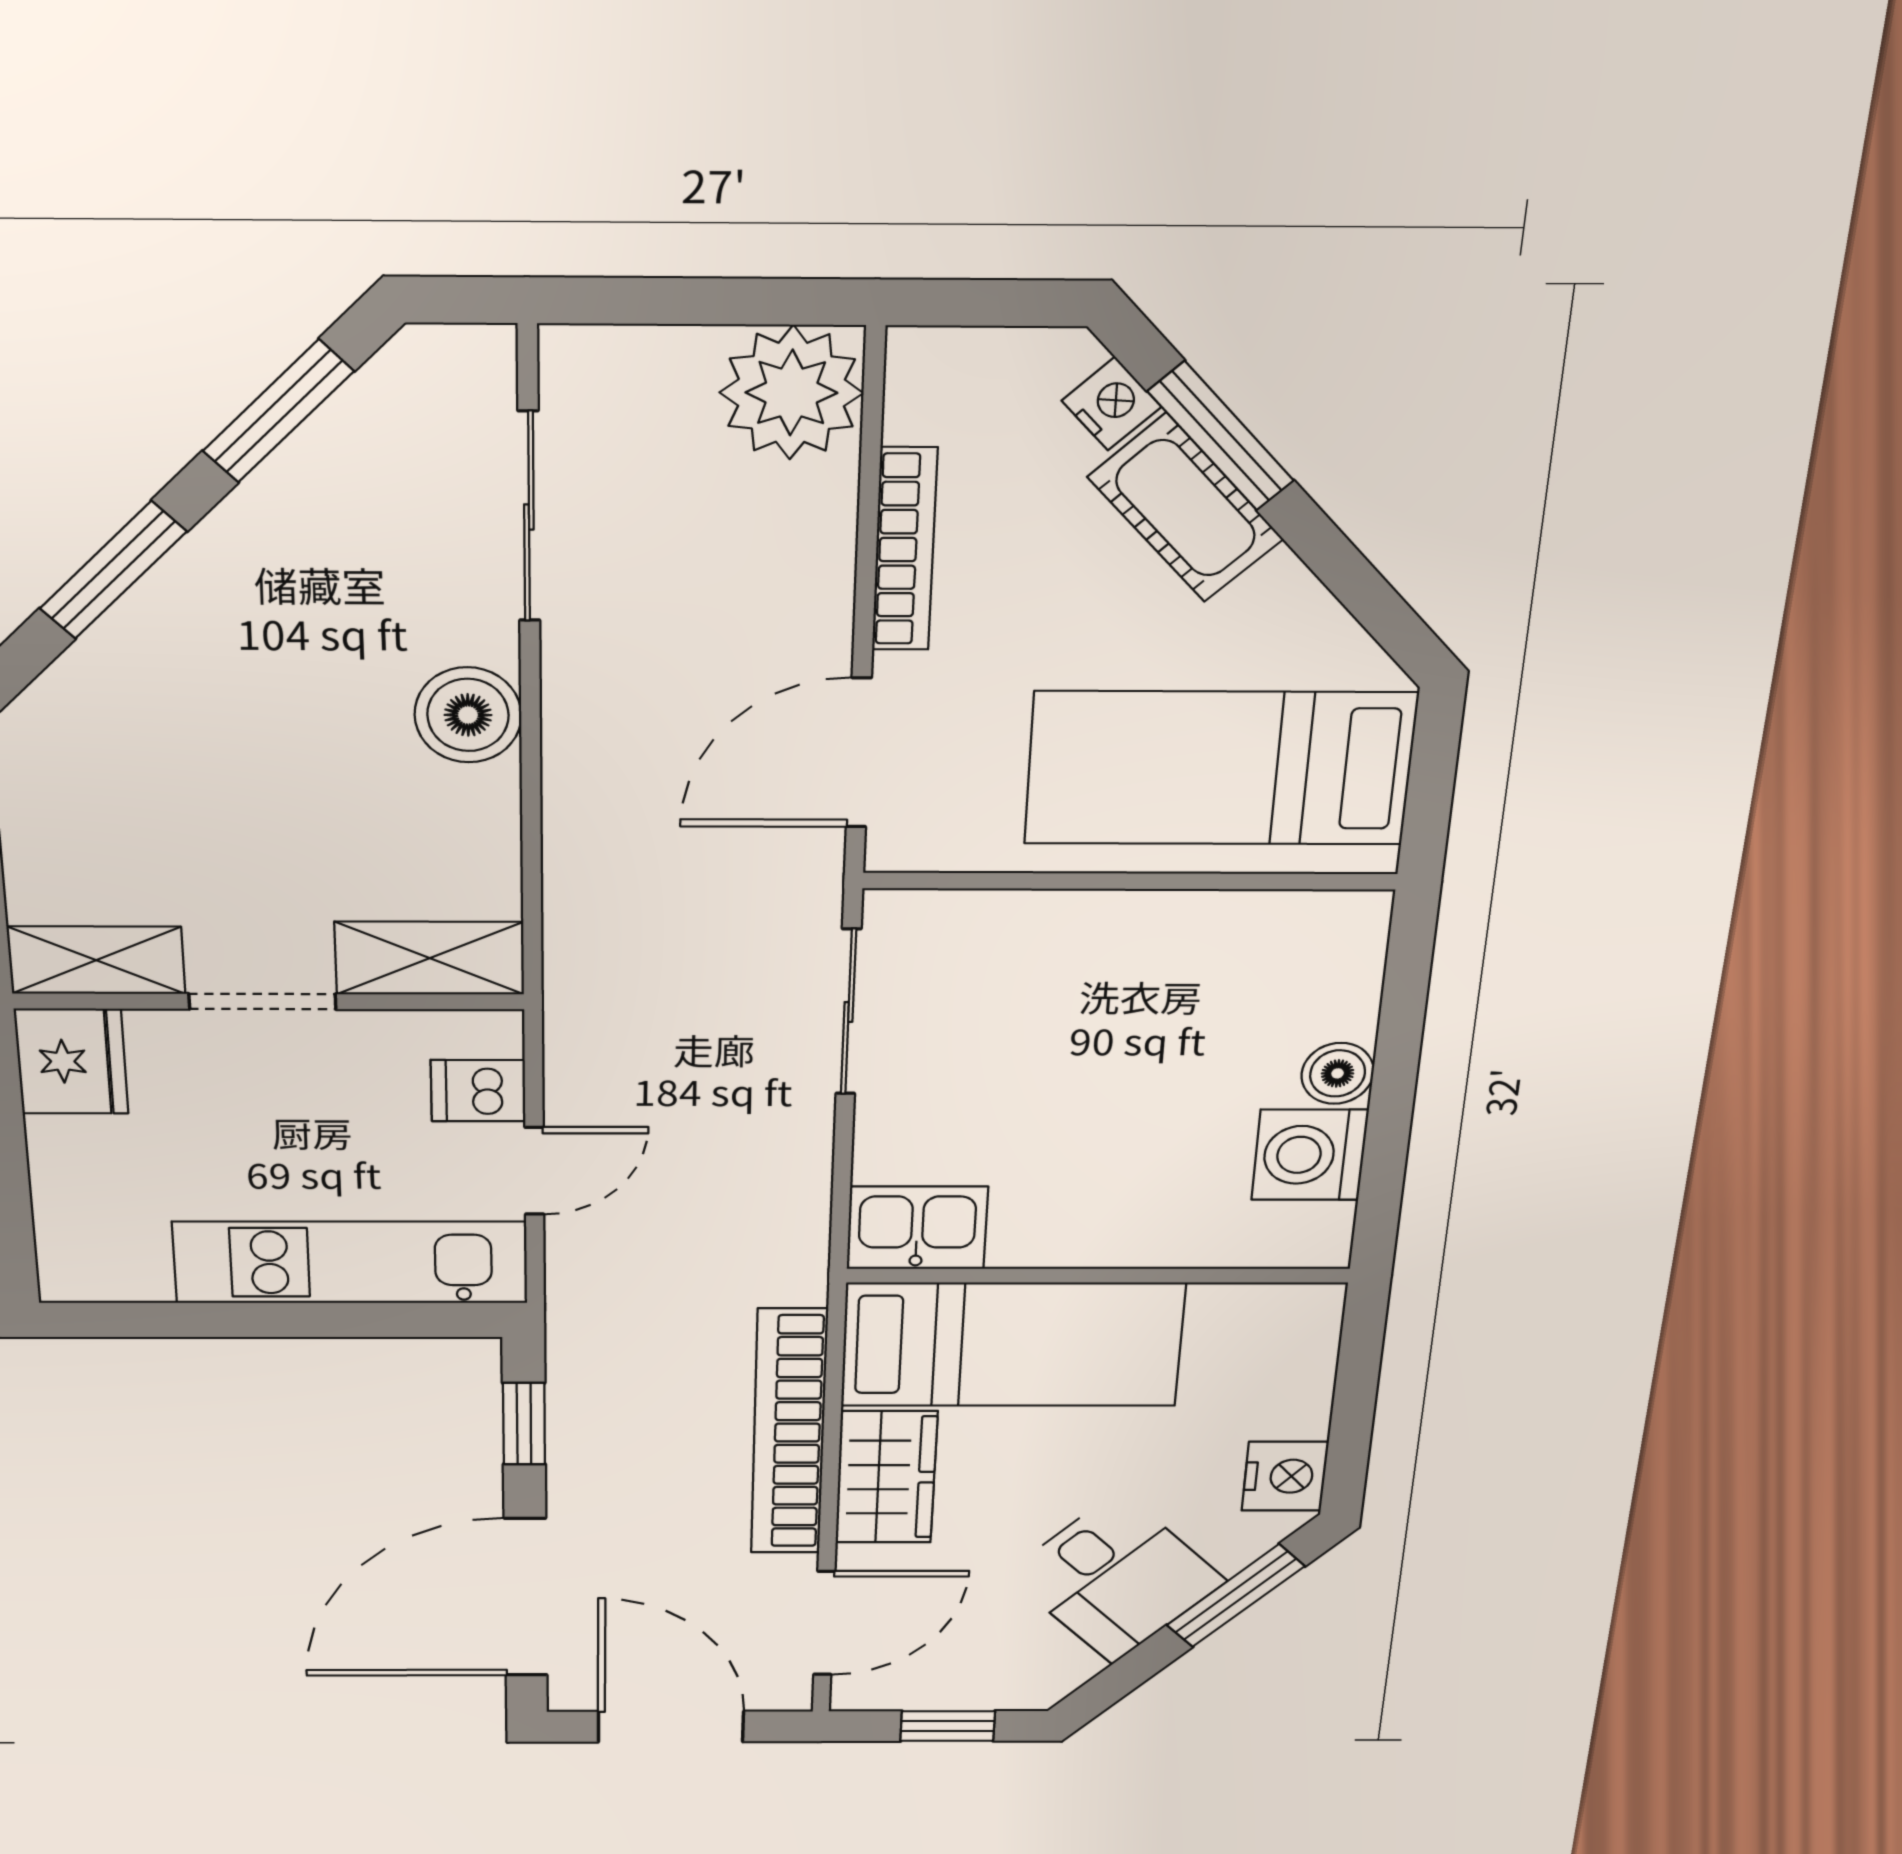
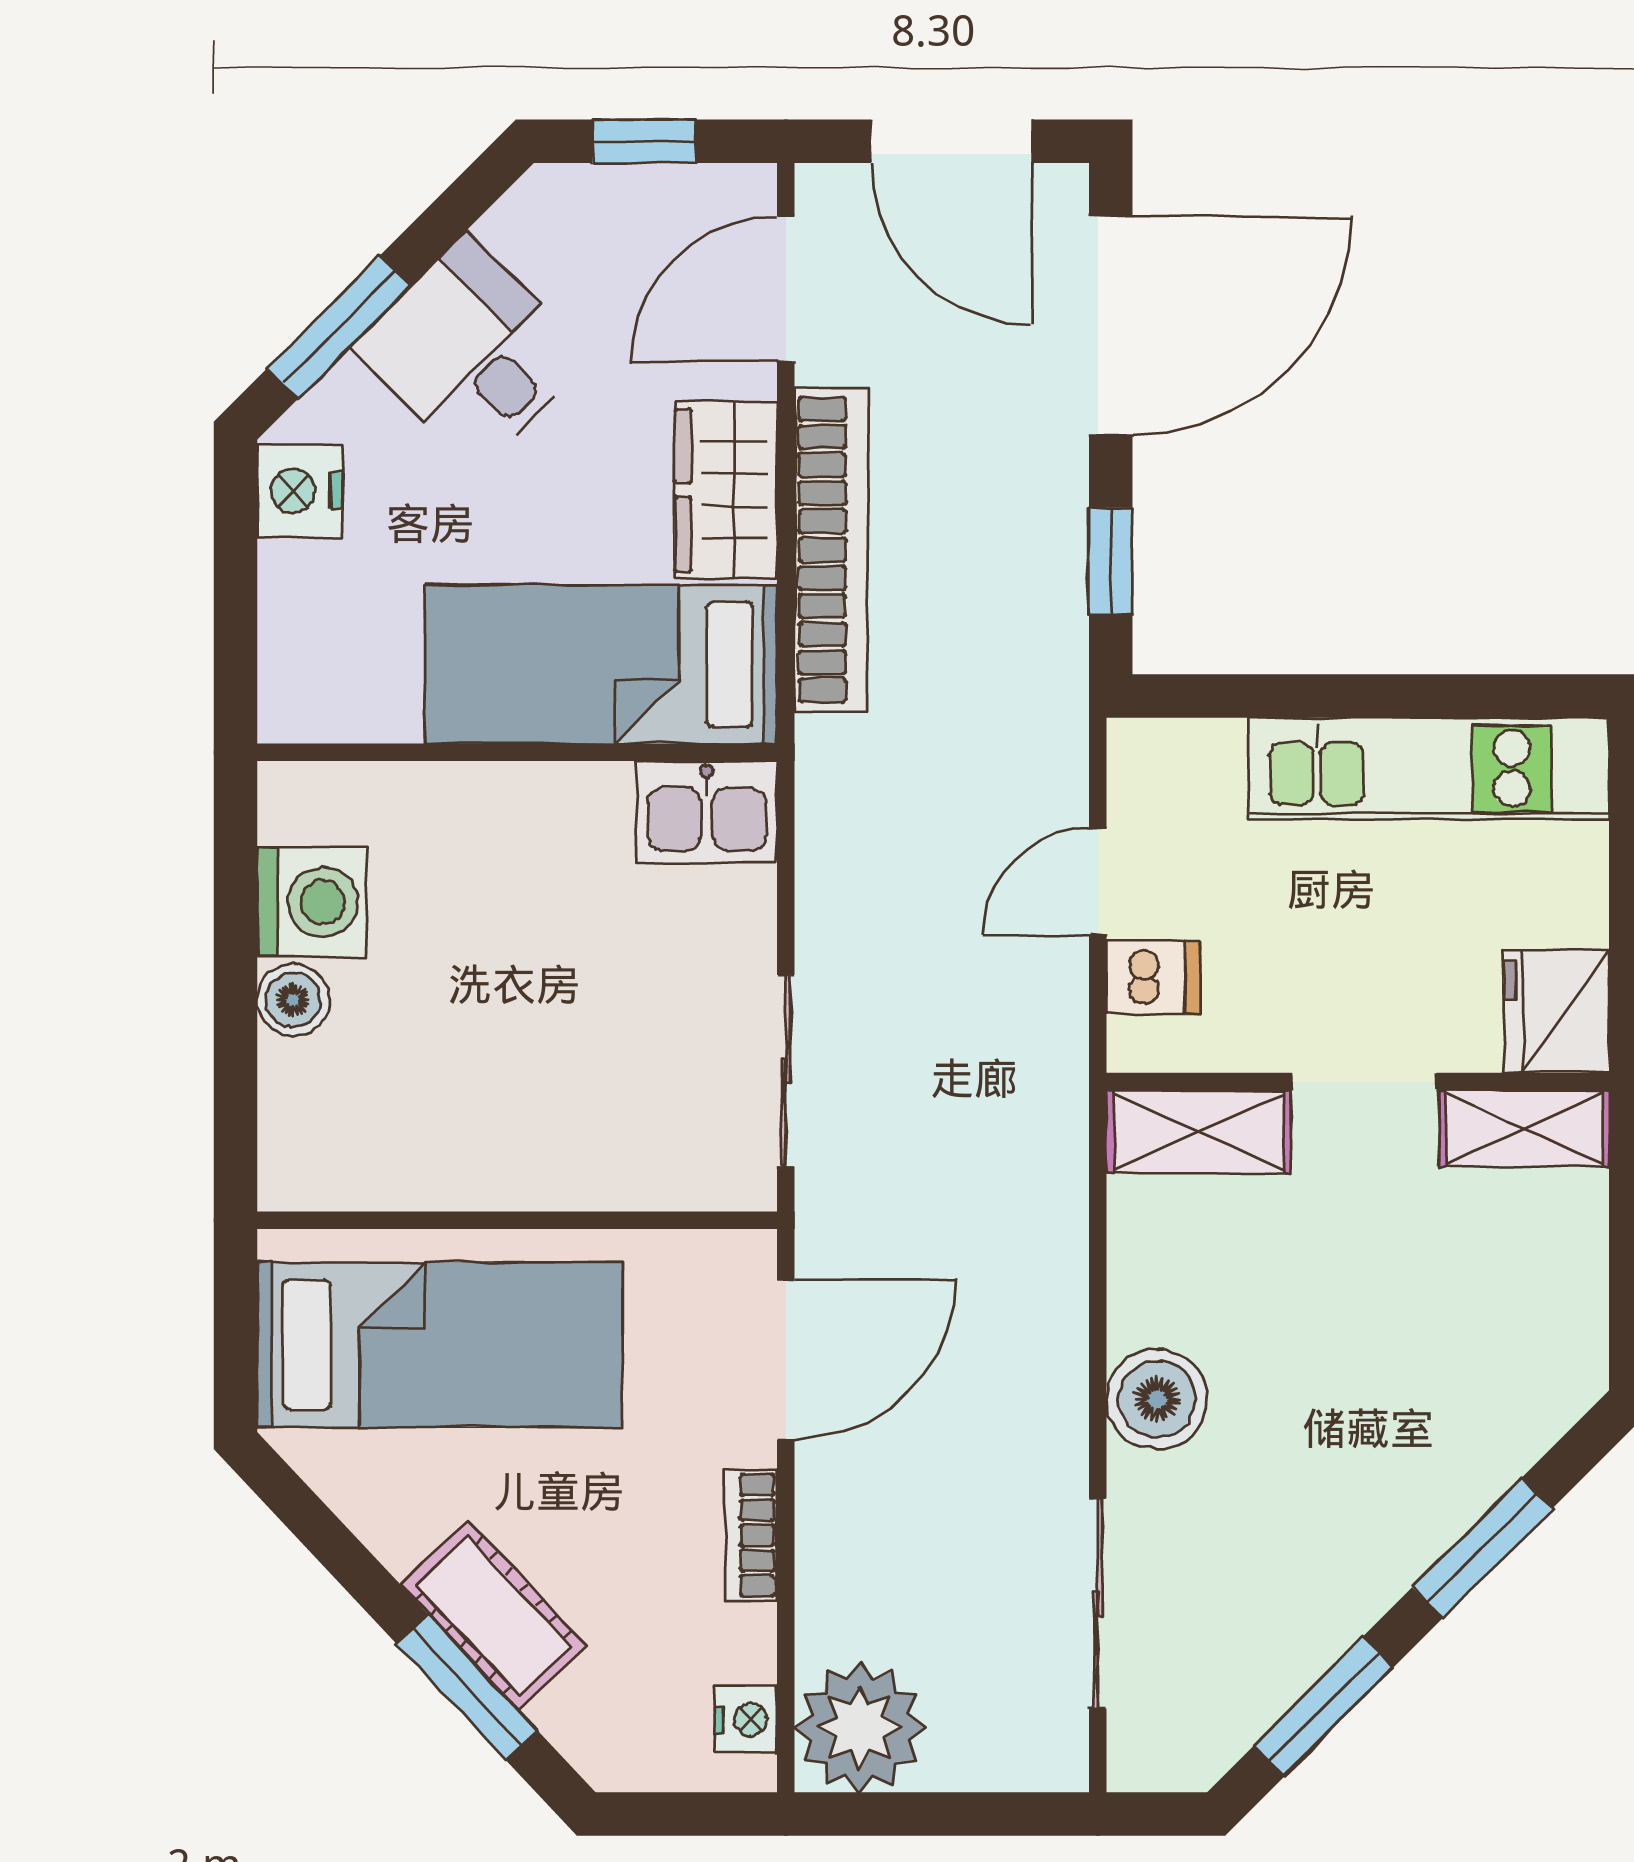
nightstand: (1112, 404) -> (746, 1720), moved, turned -137
bookcase: (905, 550) -> (751, 1535), width x0.64
kitchen unit: (351, 1262) -> (1429, 769), moved

